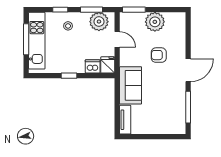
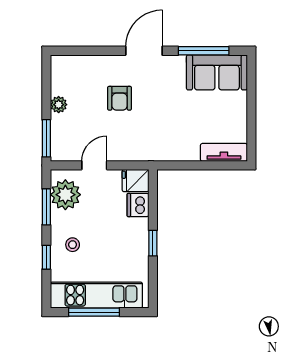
plant: (155, 22) -> (59, 105), width x0.53, depth x0.53
door: (188, 70) -> (144, 51), hinge flipped
sofa: (131, 85) -> (217, 72), moved, turned 180

